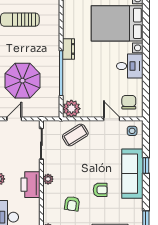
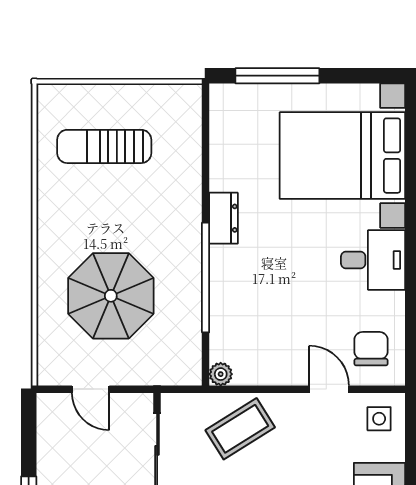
plant: (71, 109) -> (221, 374), width x0.53, depth x0.53
door: (14, 119) -> (91, 389), swing flipped

